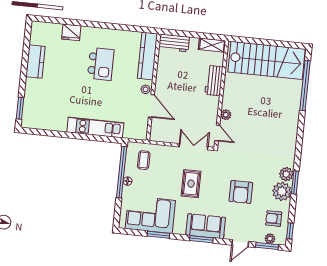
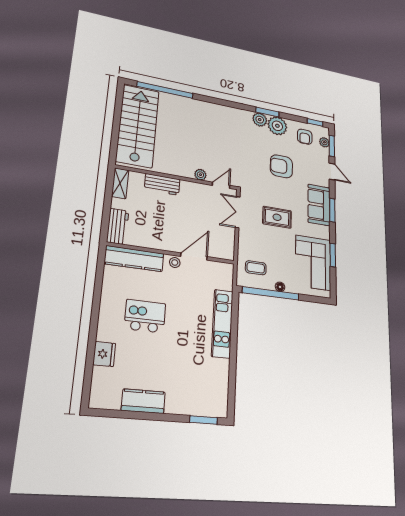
armchair: (241, 192) -> (281, 166), turned 180

